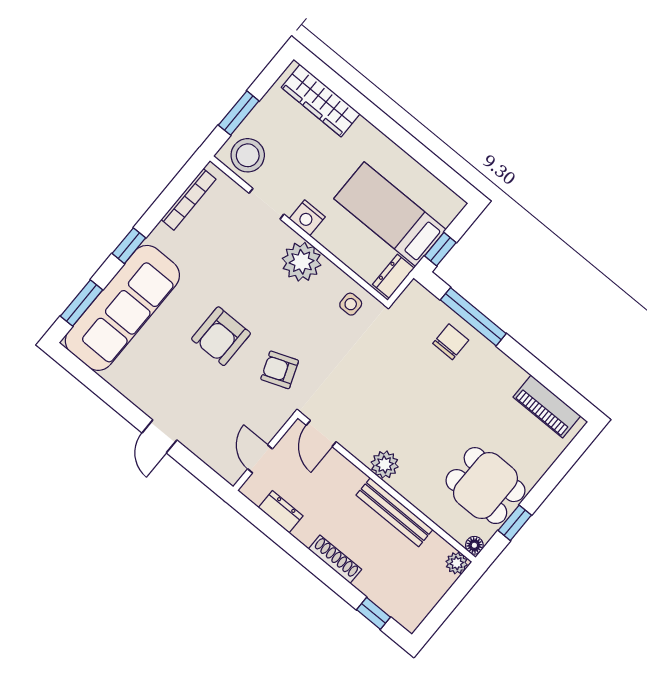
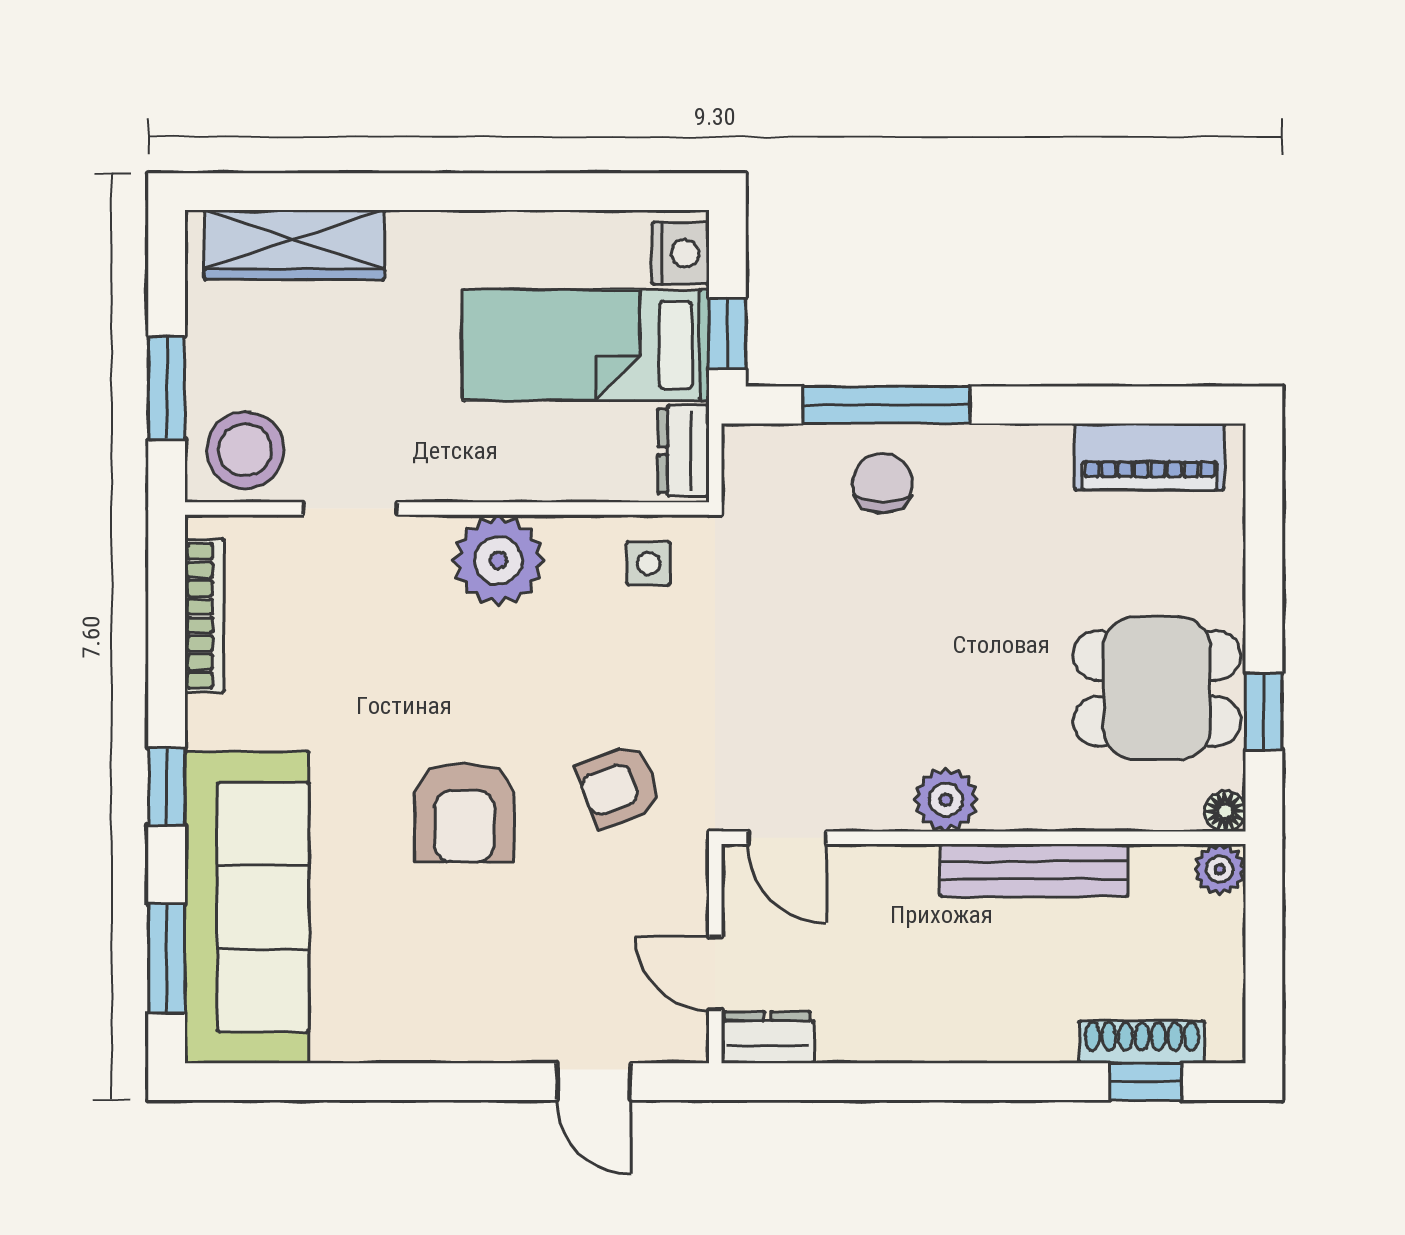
nightstand: (307, 218) -> (680, 253), moved, turned -90
door: (160, 436) -> (594, 1082), moved
dresser: (281, 512) -> (768, 1037), moved
shoe rack: (335, 559) -> (1142, 1042), moved

